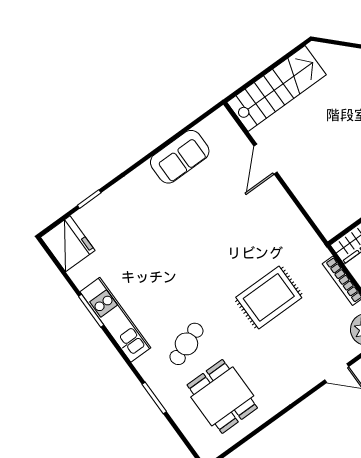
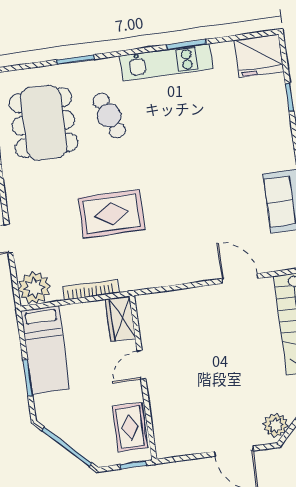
rug: (269, 297) -> (112, 214), turned 90
dining table: (222, 396) -> (44, 123), width x1.38

